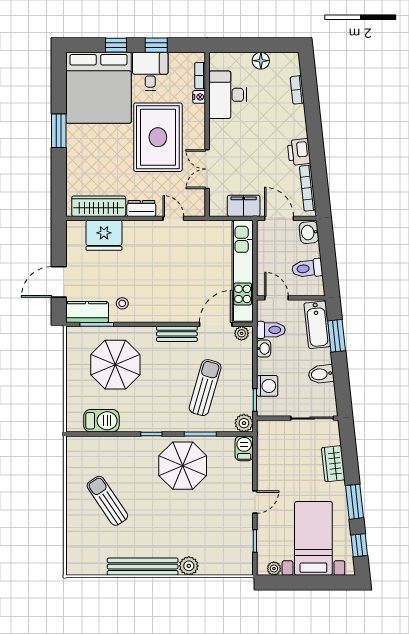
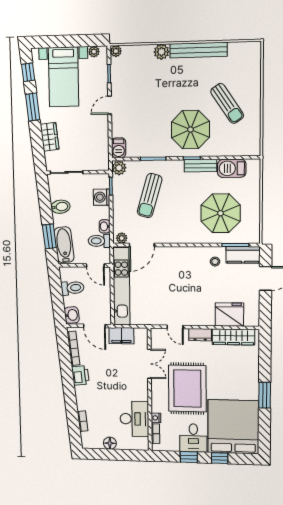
bench: (177, 334) -> (200, 166), moved
parasol: (183, 466) -> (190, 130), moved
plant: (246, 568) -> (116, 51), added

